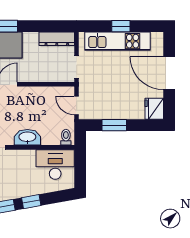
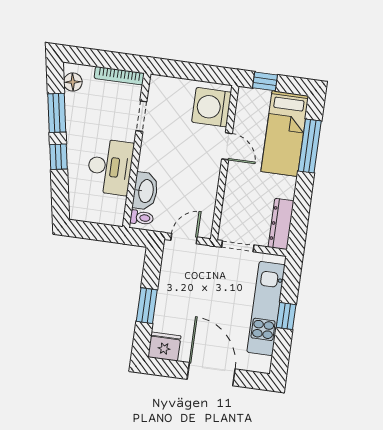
door: (169, 73) -> (211, 374), hinge flipped
window: (114, 125) -> (147, 306), moved
washbasin: (27, 137) -> (145, 191), moved
desk: (55, 164) -> (110, 167), moved

